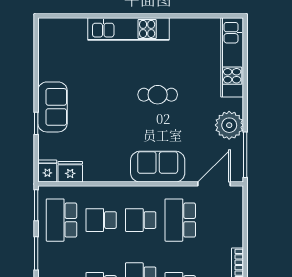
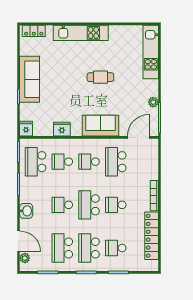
locker: (59, 26) -> (34, 31), added
sofa: (52, 107) -> (30, 79), width x1.36
plant: (229, 125) -> (153, 102), width x0.53, depth x0.53
fridge: (70, 172) -> (62, 129), moved

